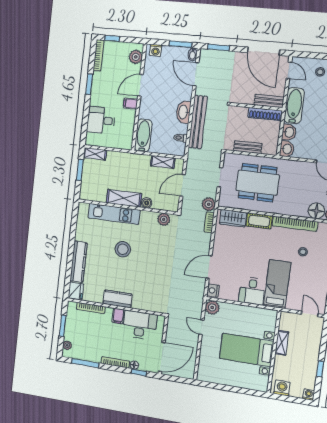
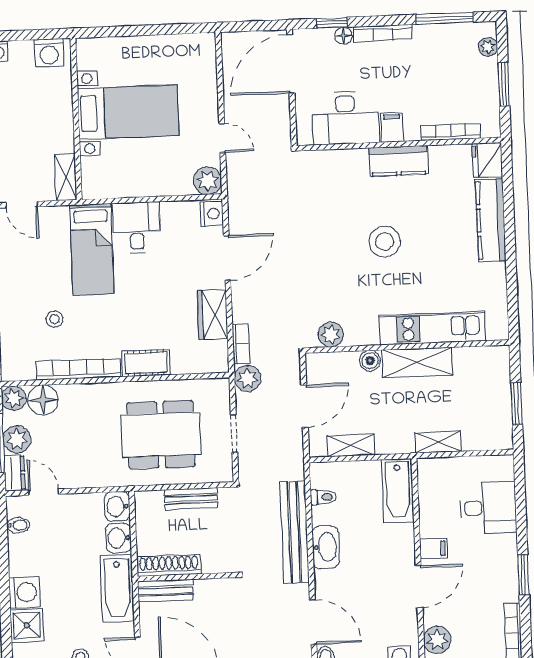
shelving: (95, 154) -> (438, 442), moved
wardrobe: (233, 218) -> (213, 315), moved, turned -90
stool: (123, 249) -> (385, 242), moved
shelving: (282, 343) -> (66, 177), moved

